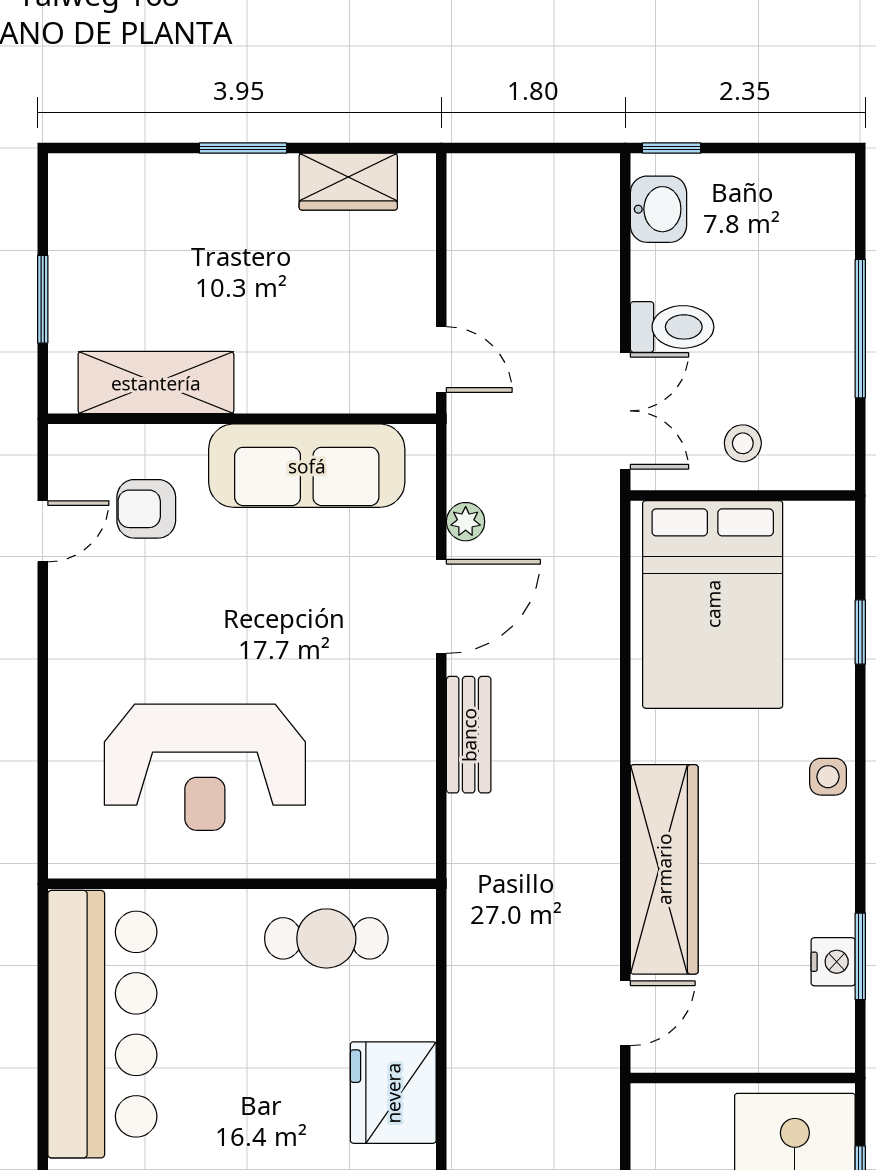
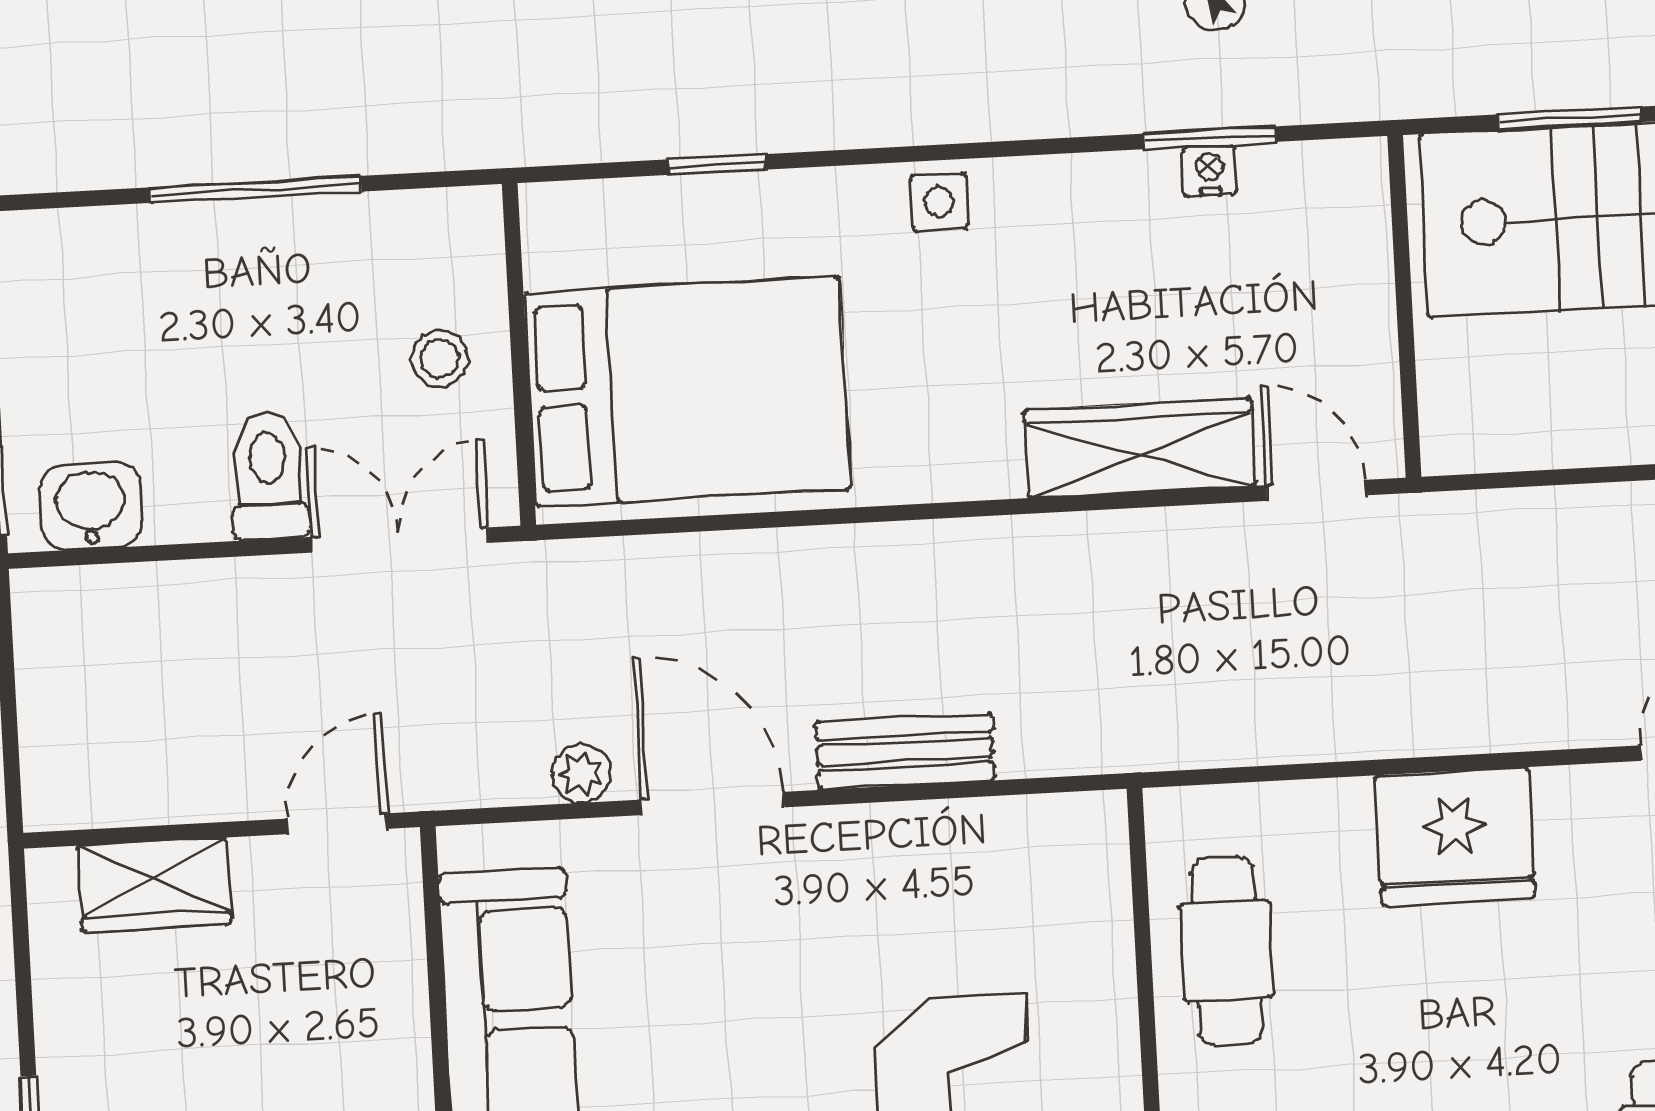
wardrobe: (348, 182) -> (154, 885), moved, turned 90
wardrobe: (664, 869) -> (1140, 448), width x0.71, depth x0.85
nightstand: (833, 962) -> (1209, 170), width x0.72, depth x0.74

